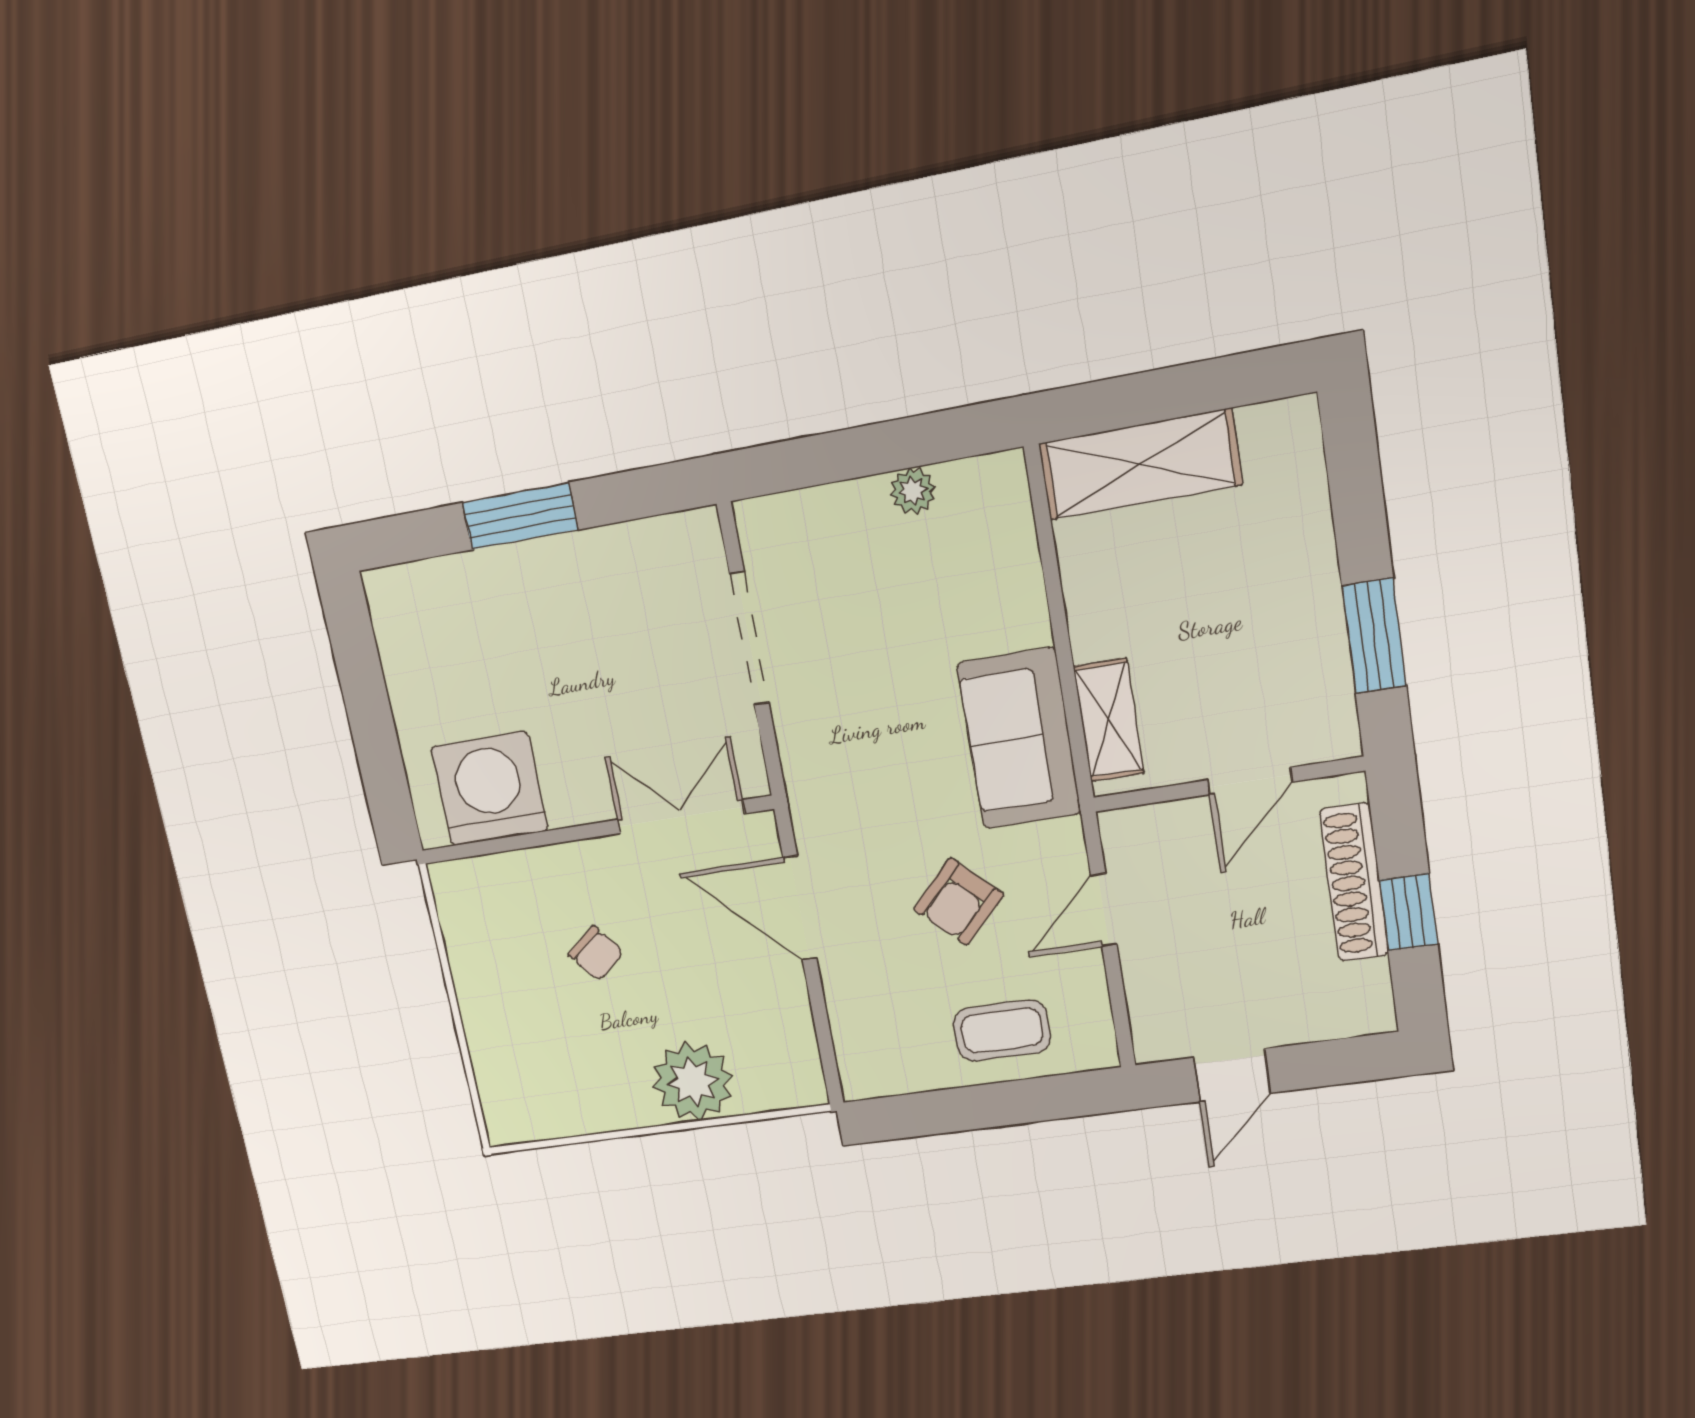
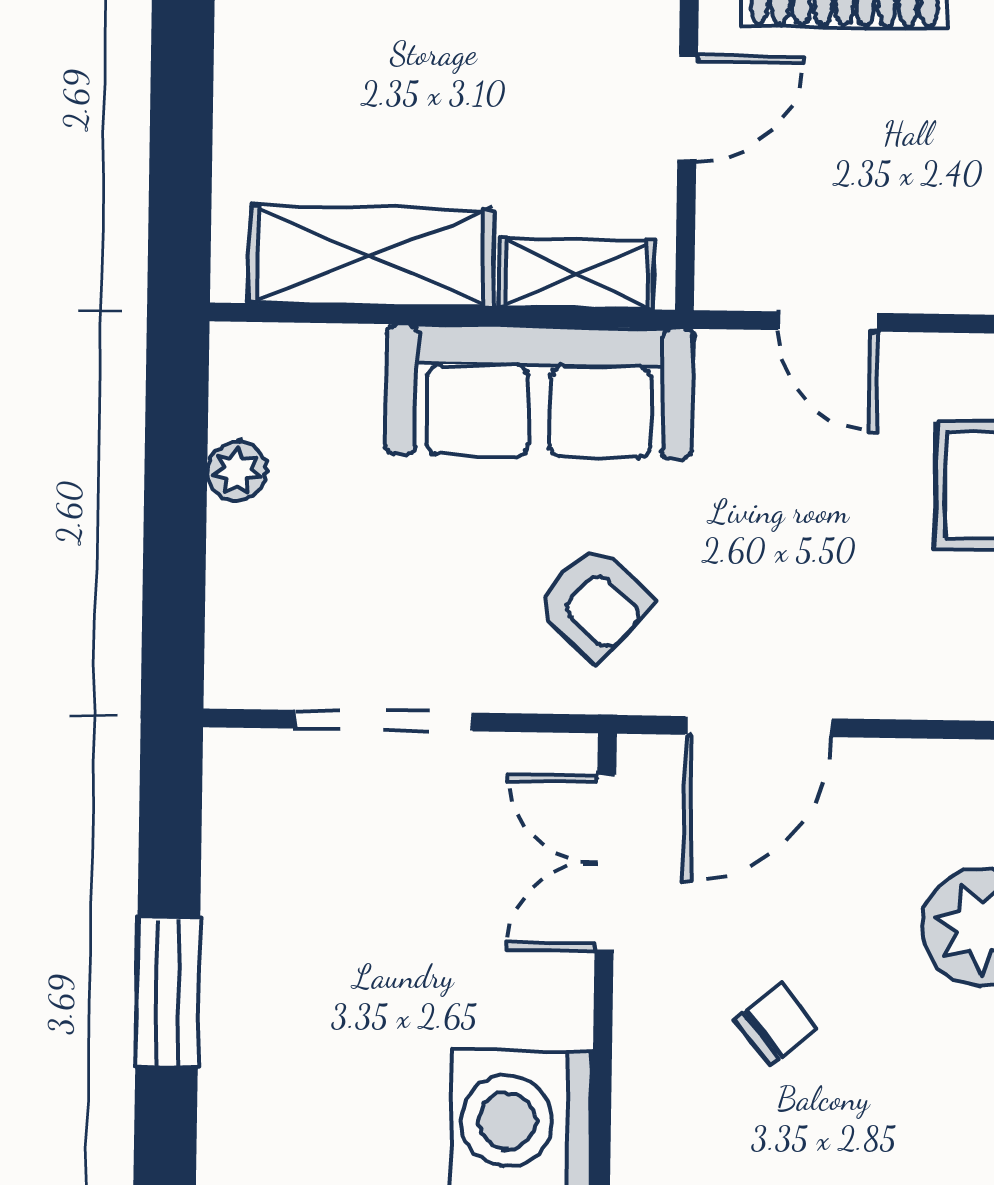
shelving: (1140, 464) -> (371, 256), moved, turned 90
sofa: (1019, 739) -> (539, 392), width x1.36
door: (1250, 781) -> (688, 108), hinge flipped
armchair: (959, 902) -> (594, 603), moved

